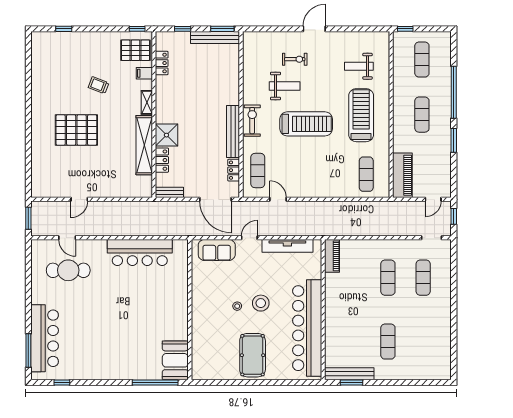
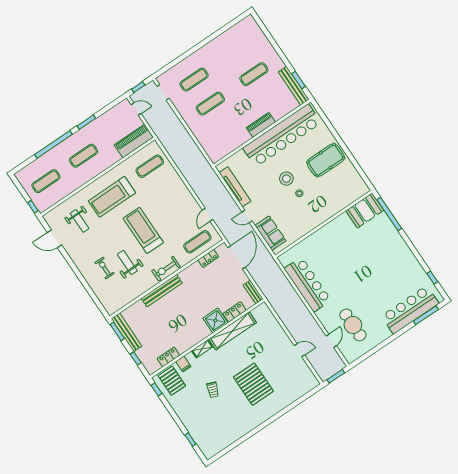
door: (314, 29) -> (55, 239), moved
bench: (233, 131) -> (162, 291), moved
piano: (332, 256) -> (261, 125), moved

